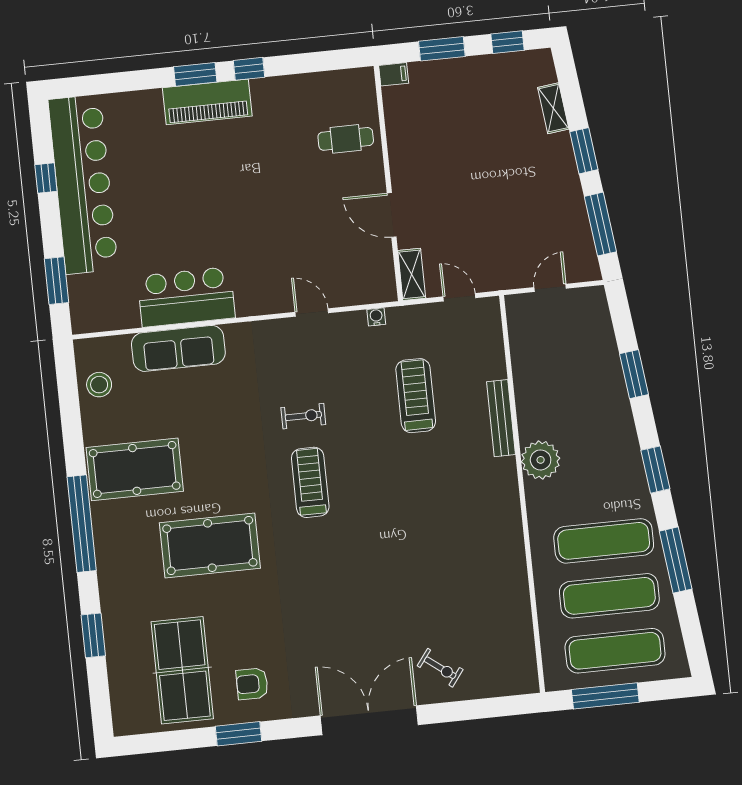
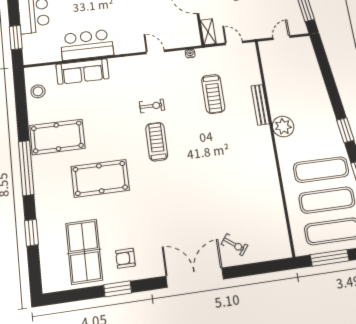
window: (634, 374) -> (329, 81), removed
treadmill: (416, 396) -> (213, 94), turned 180

